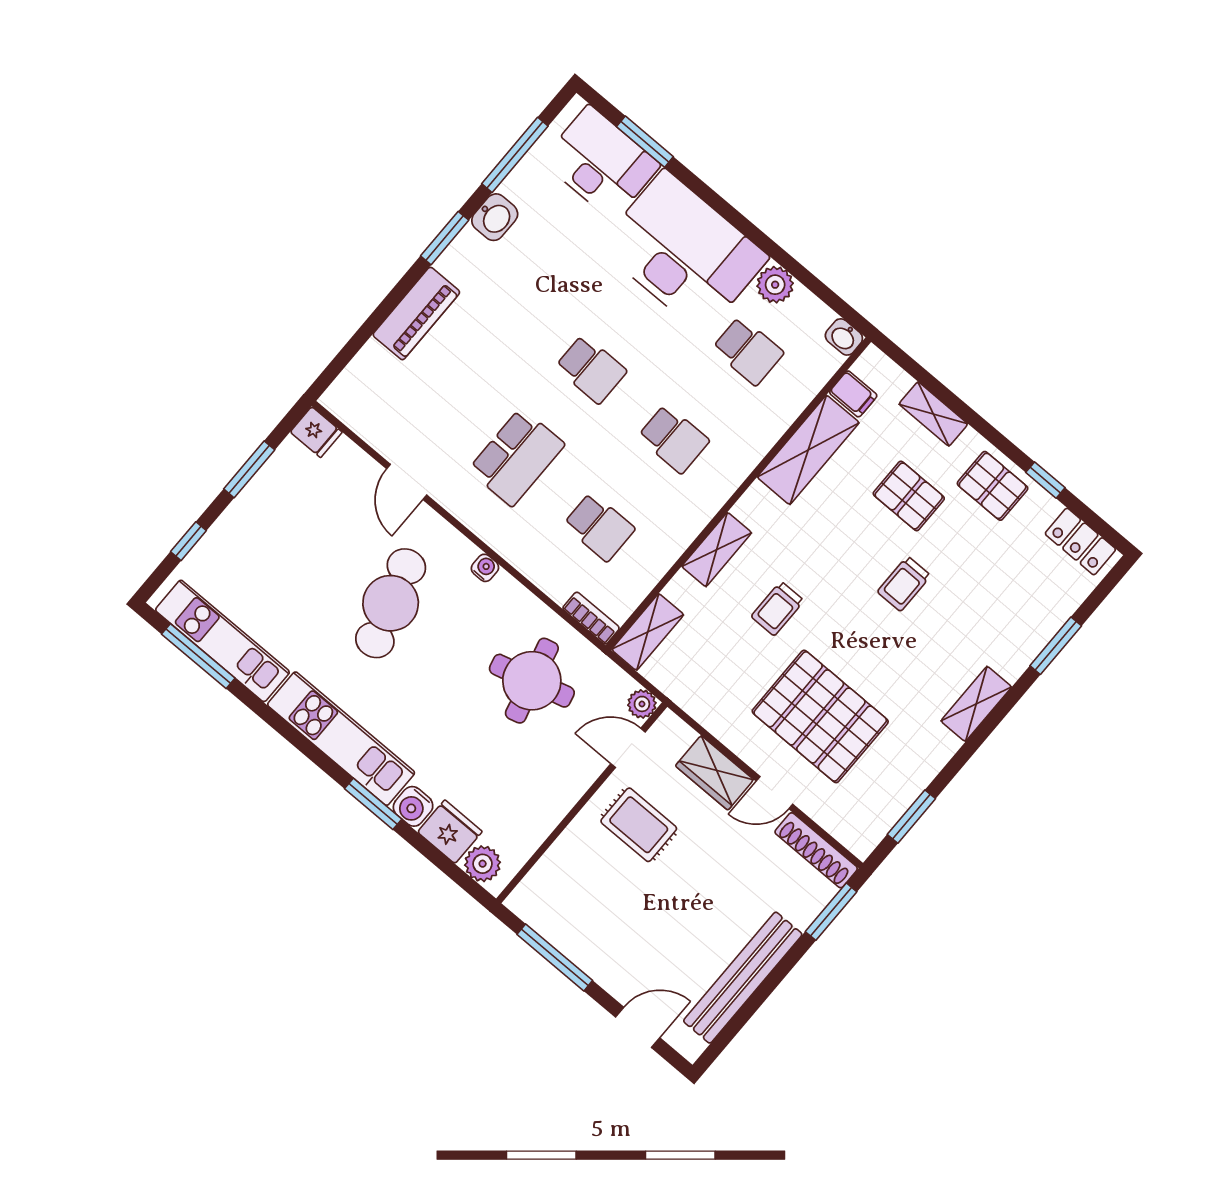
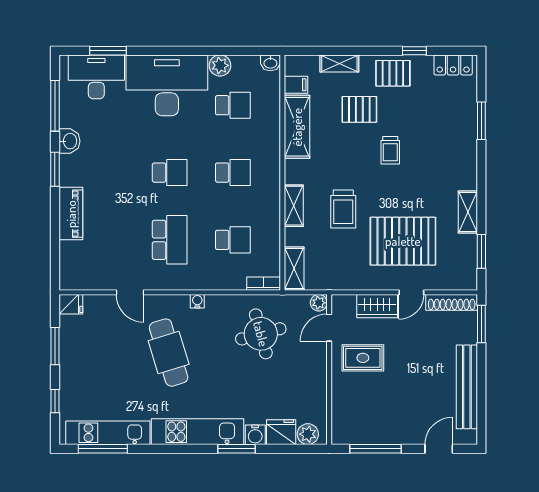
trolley: (778, 609) -> (343, 209), width x1.36, depth x1.39
shelving: (976, 704) -> (468, 212), moved

